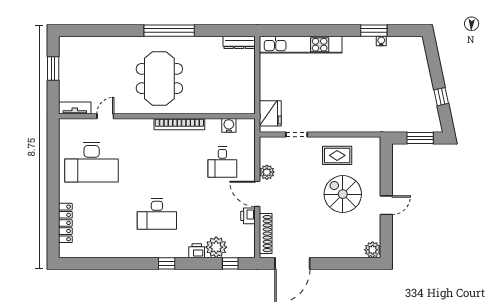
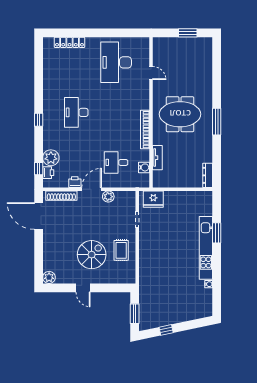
window: (169, 31) -> (217, 122), width x0.68
window: (374, 31) -> (217, 233), moved
kitchen unit: (301, 45) -> (206, 248), moved
tv unit: (75, 108) -> (157, 158), moved
printer: (197, 251) -> (48, 173), moved

